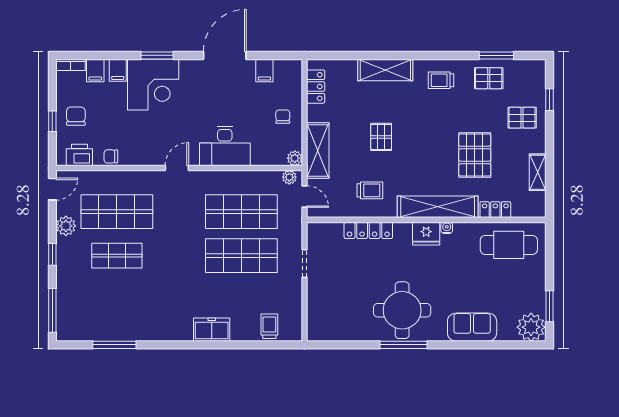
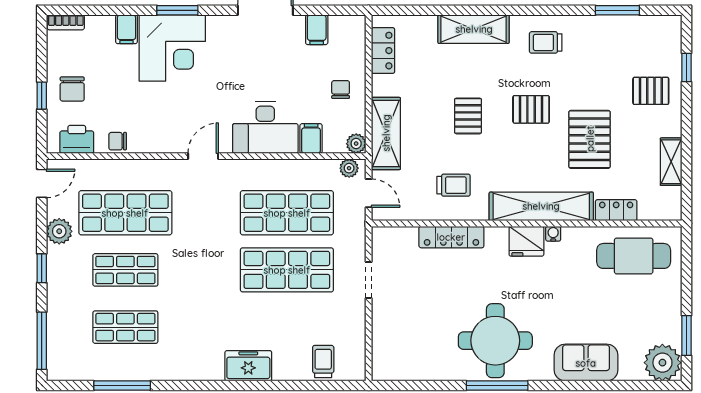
filing cabinet: (95, 70) -> (311, 138), moved, turned 180
pallet: (489, 78) -> (531, 109), moved
chair: (76, 116) -> (72, 89), turned 180
shop shelf: (117, 300) -> (125, 327), added

